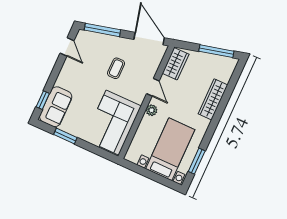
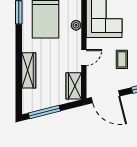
door: (153, 87) -> (84, 57), swing flipped
plant: (152, 110) -> (76, 25), moved

